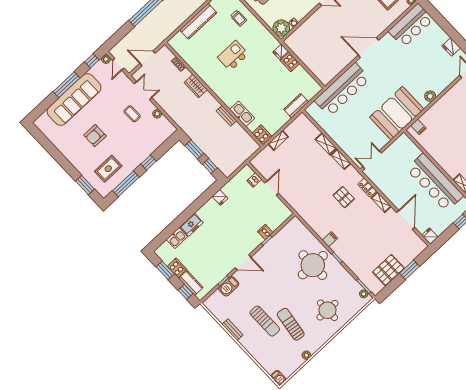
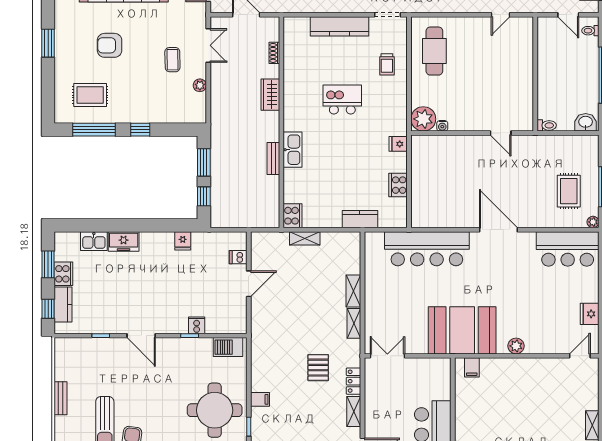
cooker: (290, 62) -> (398, 185), moved
kitchen sink: (242, 114) -> (293, 150), moved
window: (85, 185) -> (48, 43), moved
barbecue: (229, 286) -> (228, 347), moved

